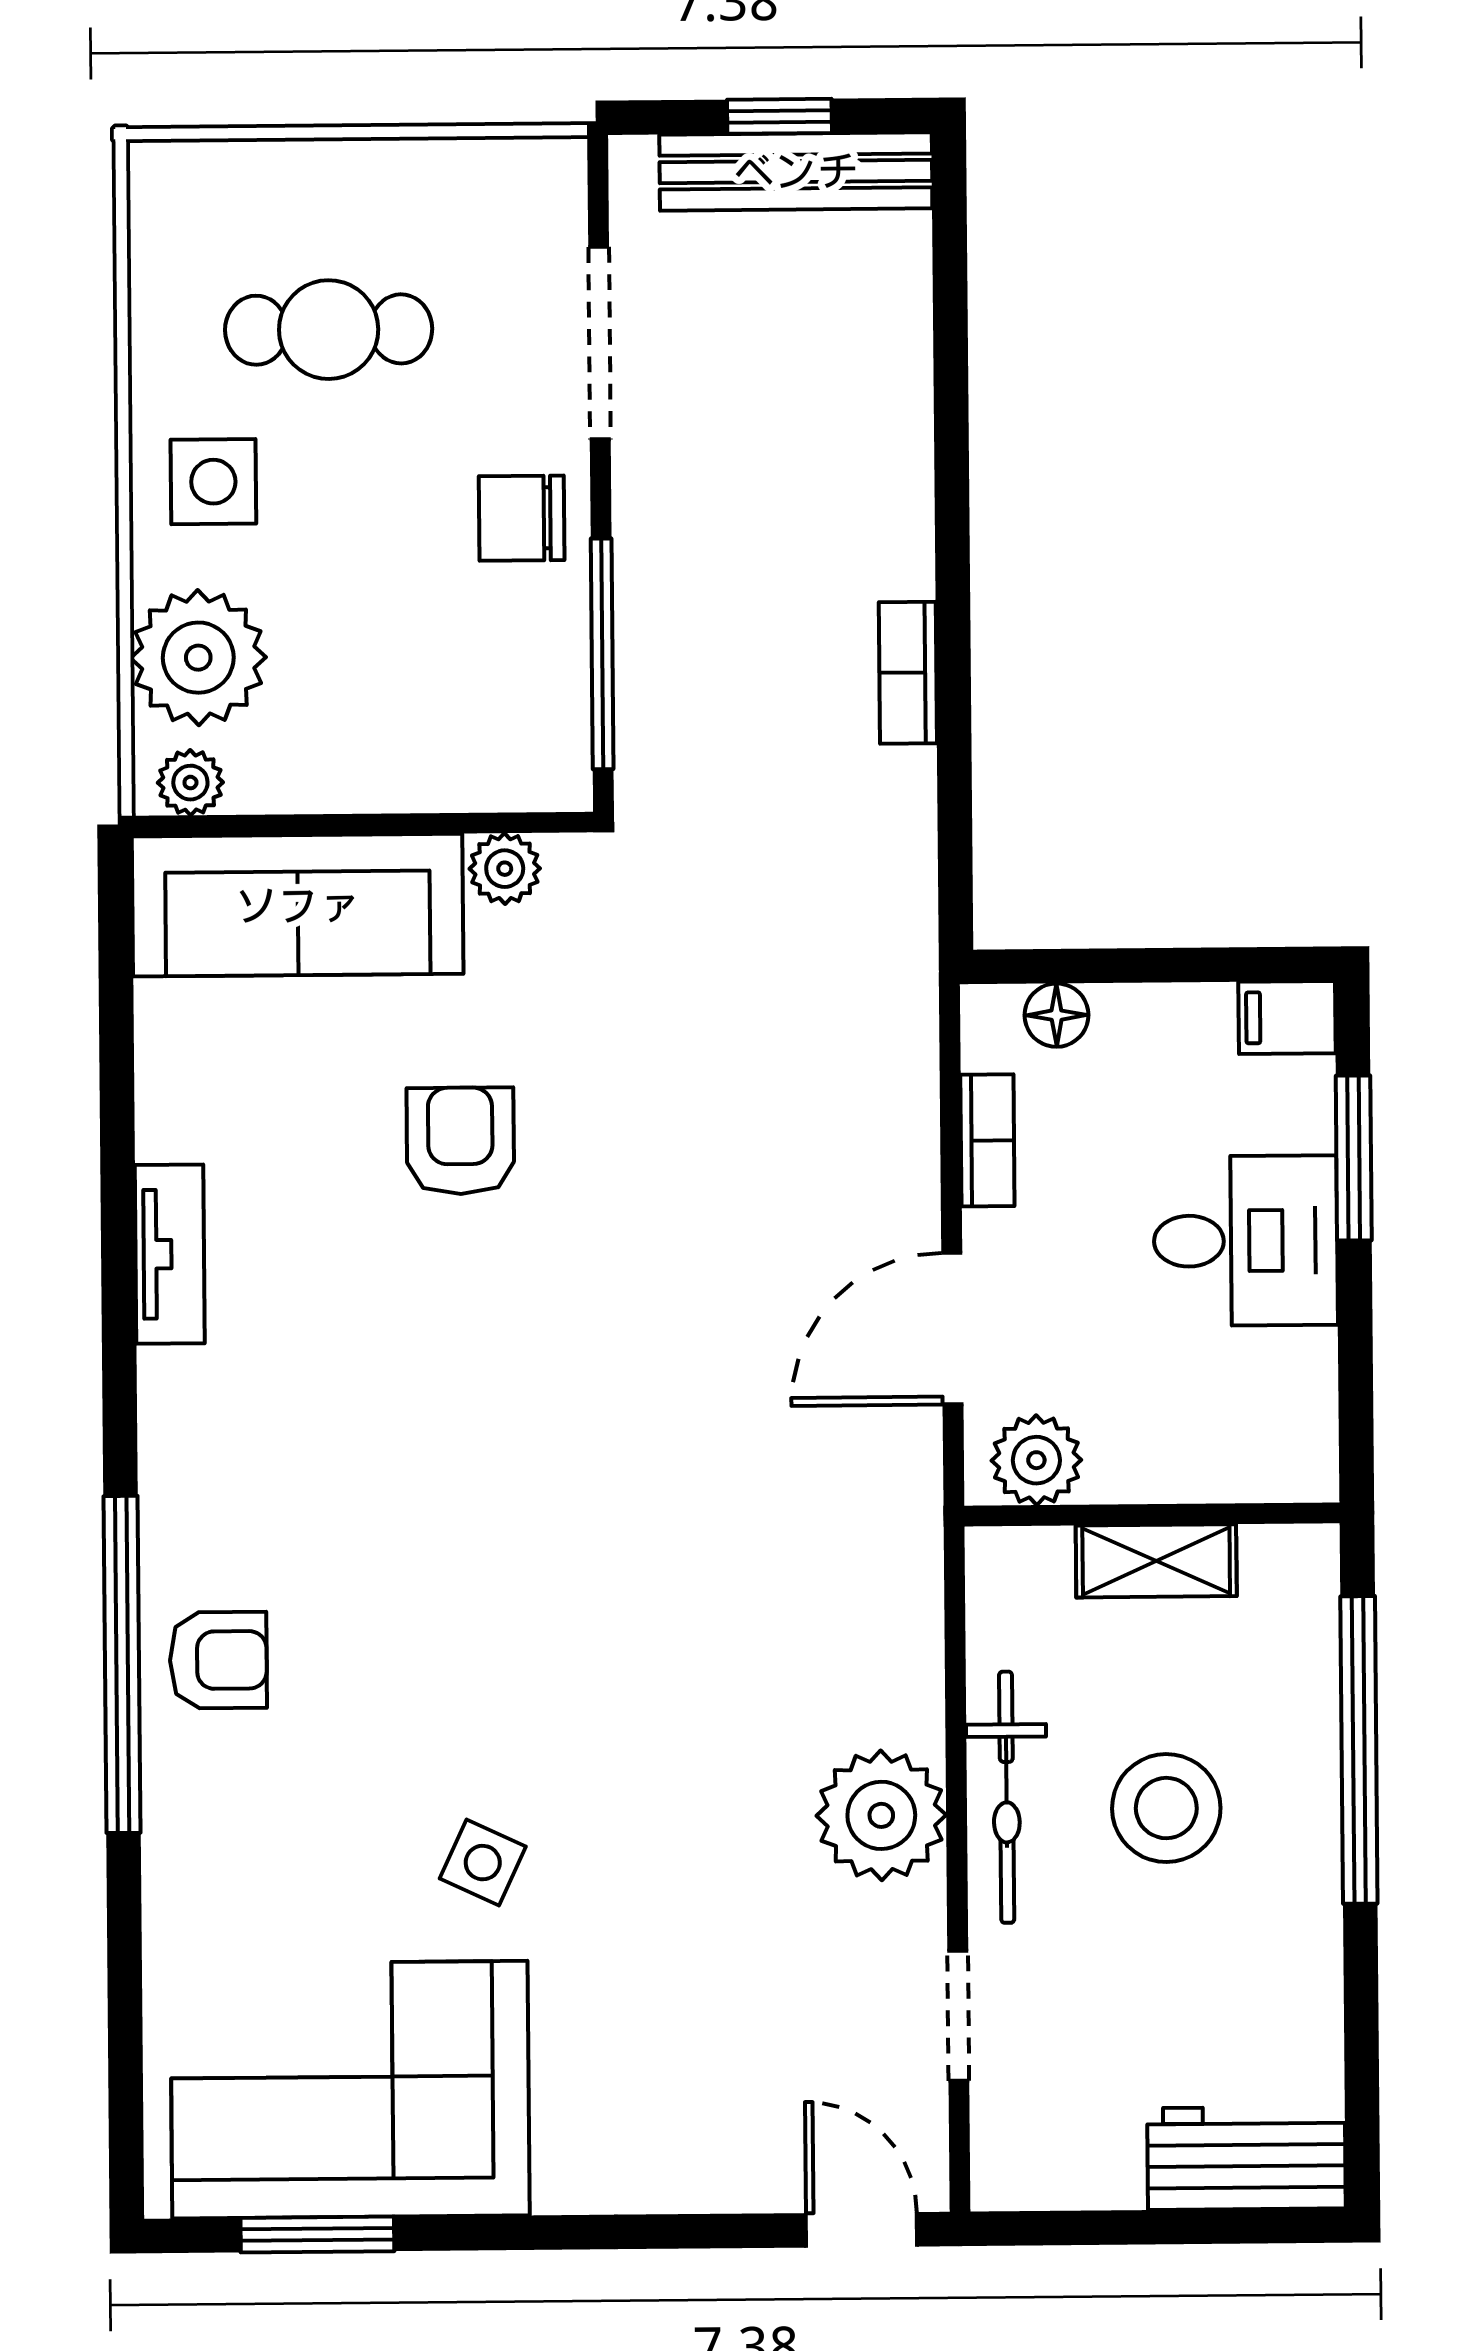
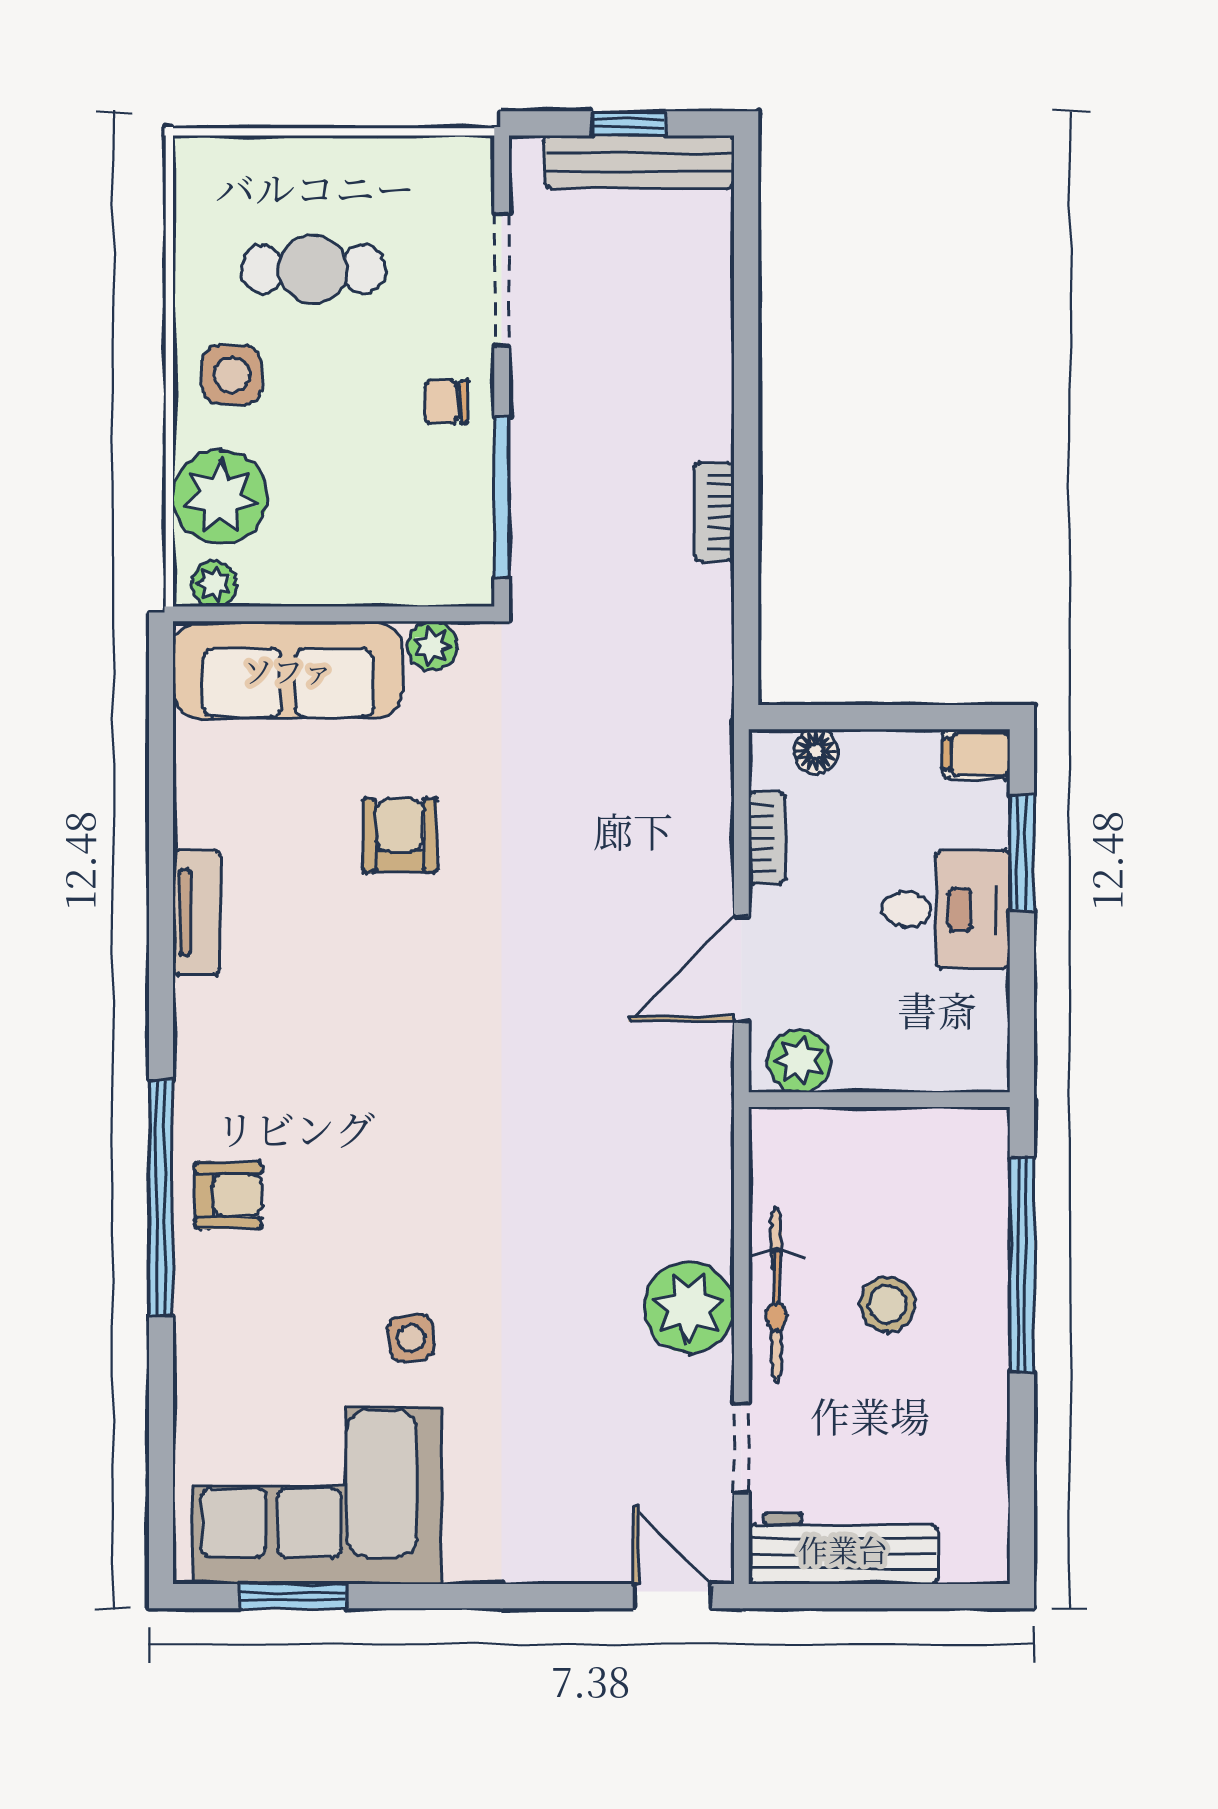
chair: (522, 518) -> (446, 402), width x0.73, depth x0.73
shelving: (1156, 1561) -> (882, 1132), removed
stool: (1166, 1808) -> (887, 1304), width x0.73, depth x0.73
side table: (483, 1863) -> (411, 1338), turned -33
workbench: (1246, 2158) -> (843, 1549), moved, width x1.38

